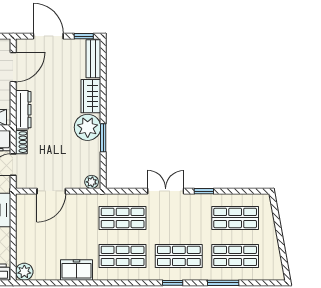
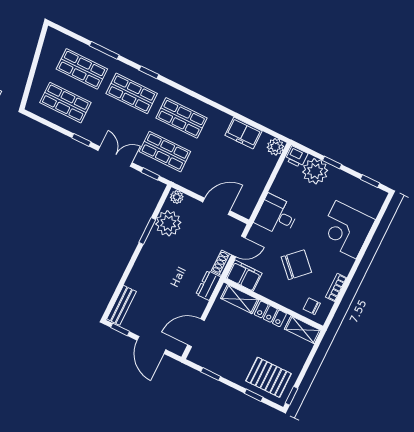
wardrobe: (91, 96) -> (140, 273), removed
dresser: (23, 110) -> (208, 286), width x0.70
plant: (88, 127) -> (168, 223), moved
window: (126, 191) -> (150, 174), added
double door: (166, 191) -> (115, 157), swing flipped
freezer: (76, 270) -> (243, 133), moved

